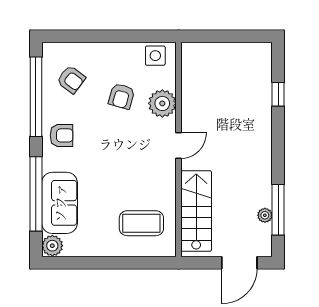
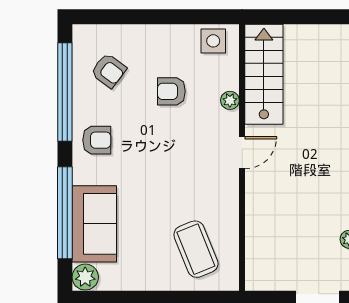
armchair: (122, 96) -> (171, 91), turned 74
plant: (162, 103) -> (230, 100), width x0.53, depth x0.53
stairs: (196, 211) -> (264, 74), moved
coffee table: (141, 223) -> (196, 249), turned 68

